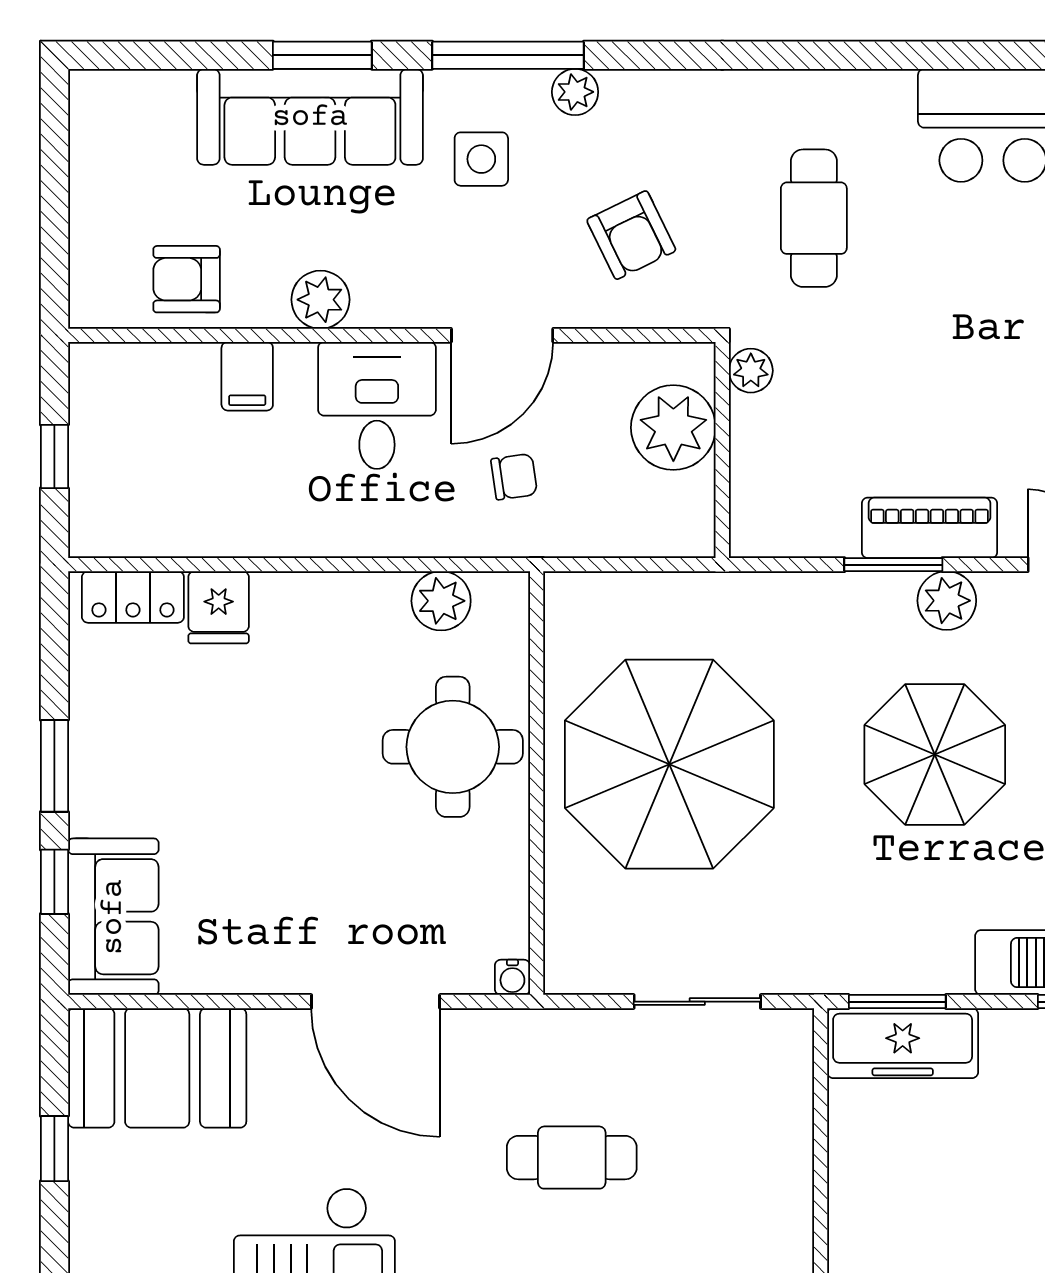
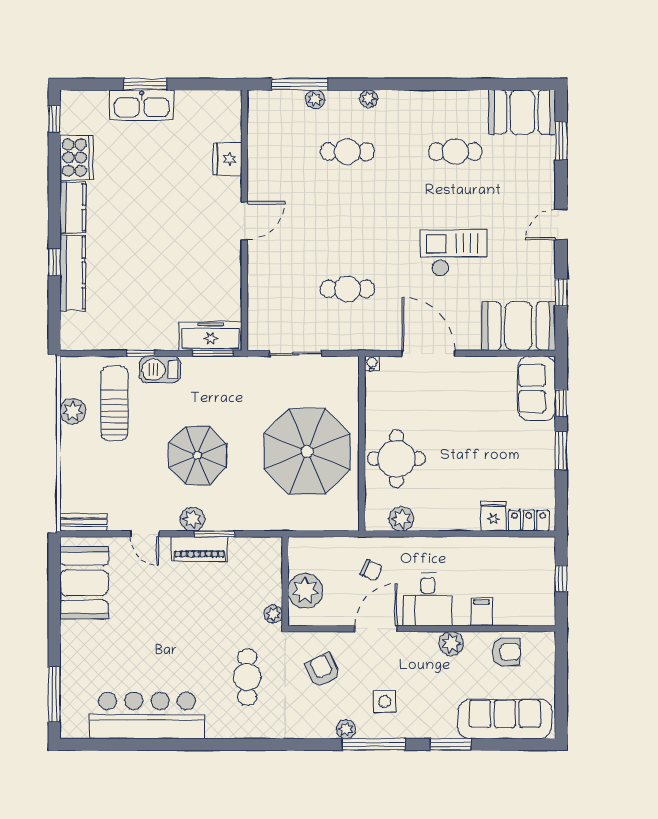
sofa: (310, 117) -> (505, 719), moved
chair: (514, 477) -> (371, 570), turned -147

